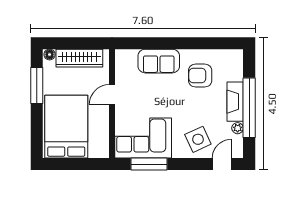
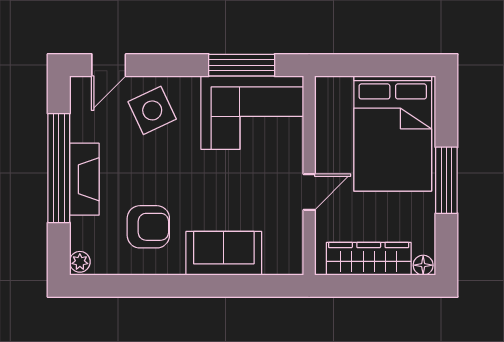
window: (37, 85) -> (446, 180), moved
plant: (238, 128) -> (80, 262), moved

